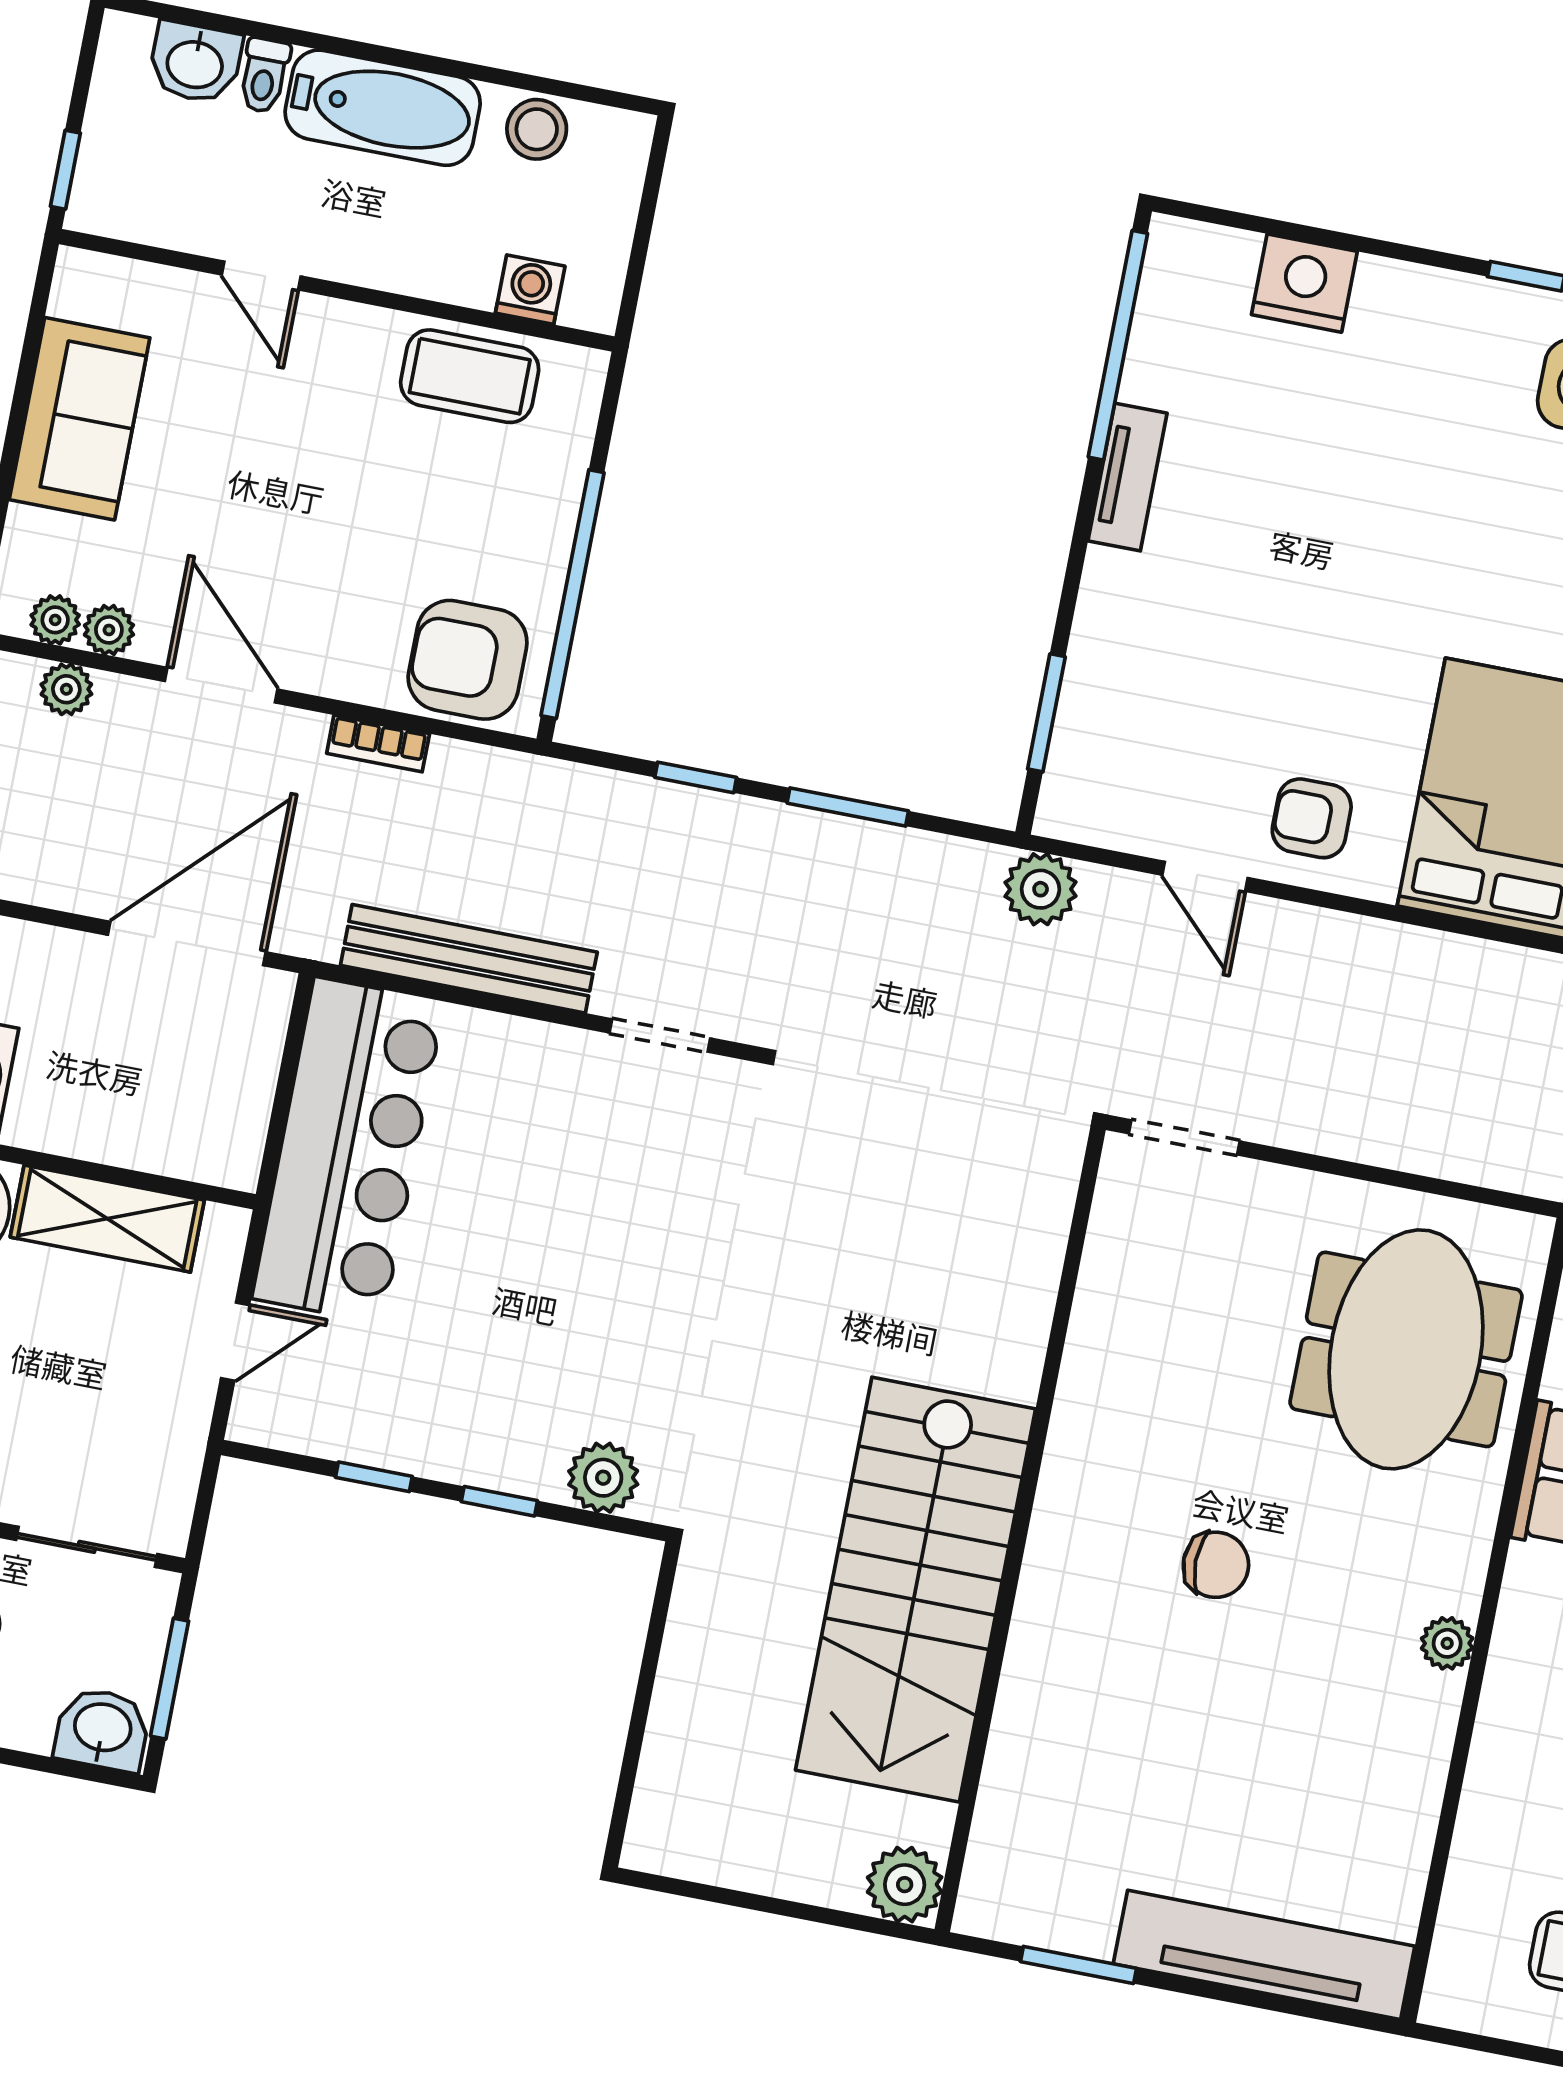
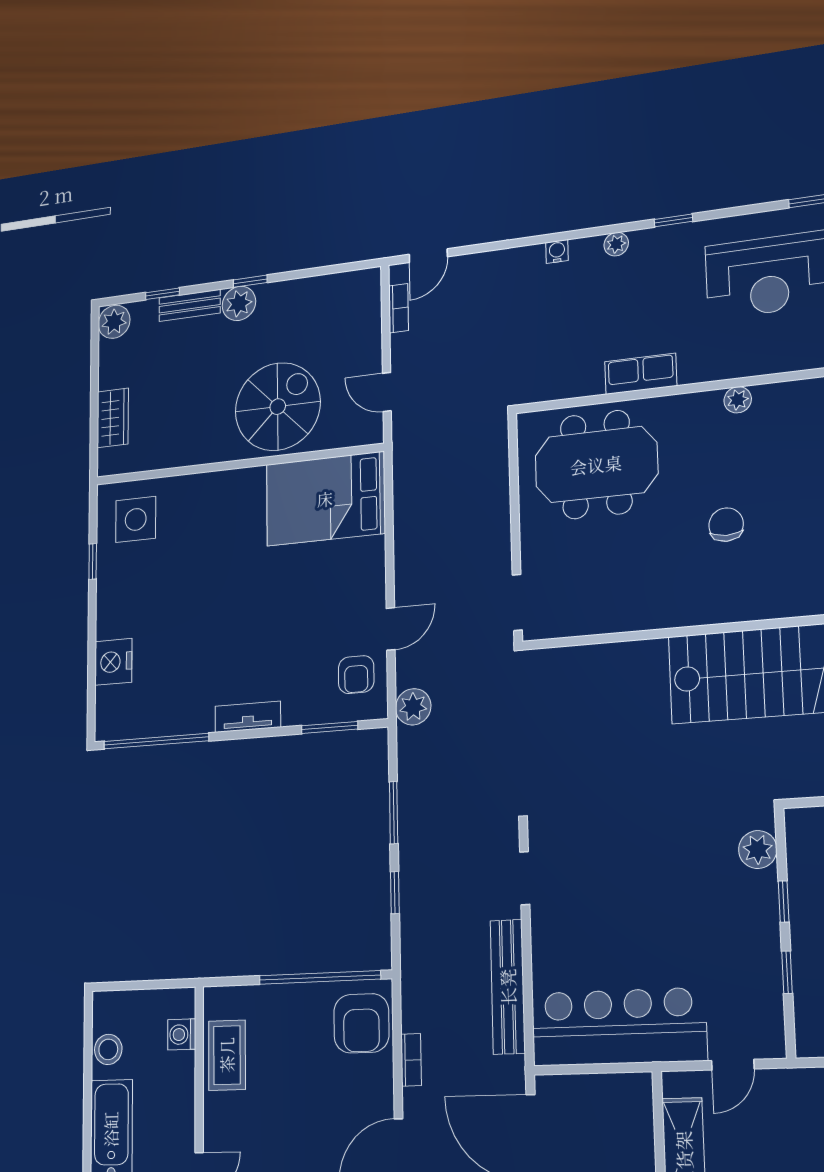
tv unit: (1127, 477) -> (248, 717), moved
armchair: (1312, 818) -> (356, 675), moved
door: (235, 1342) -> (733, 1065), swing flipped

